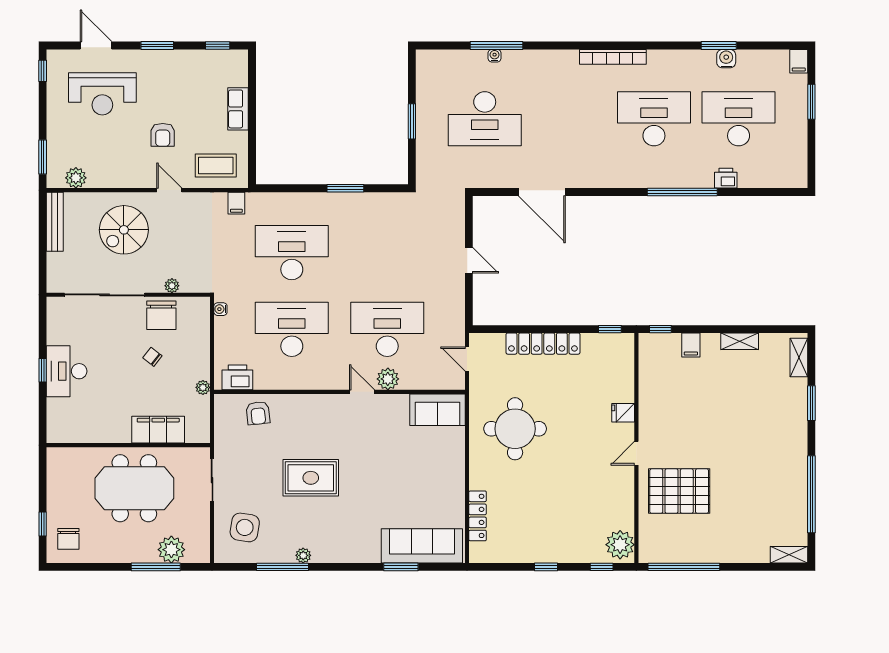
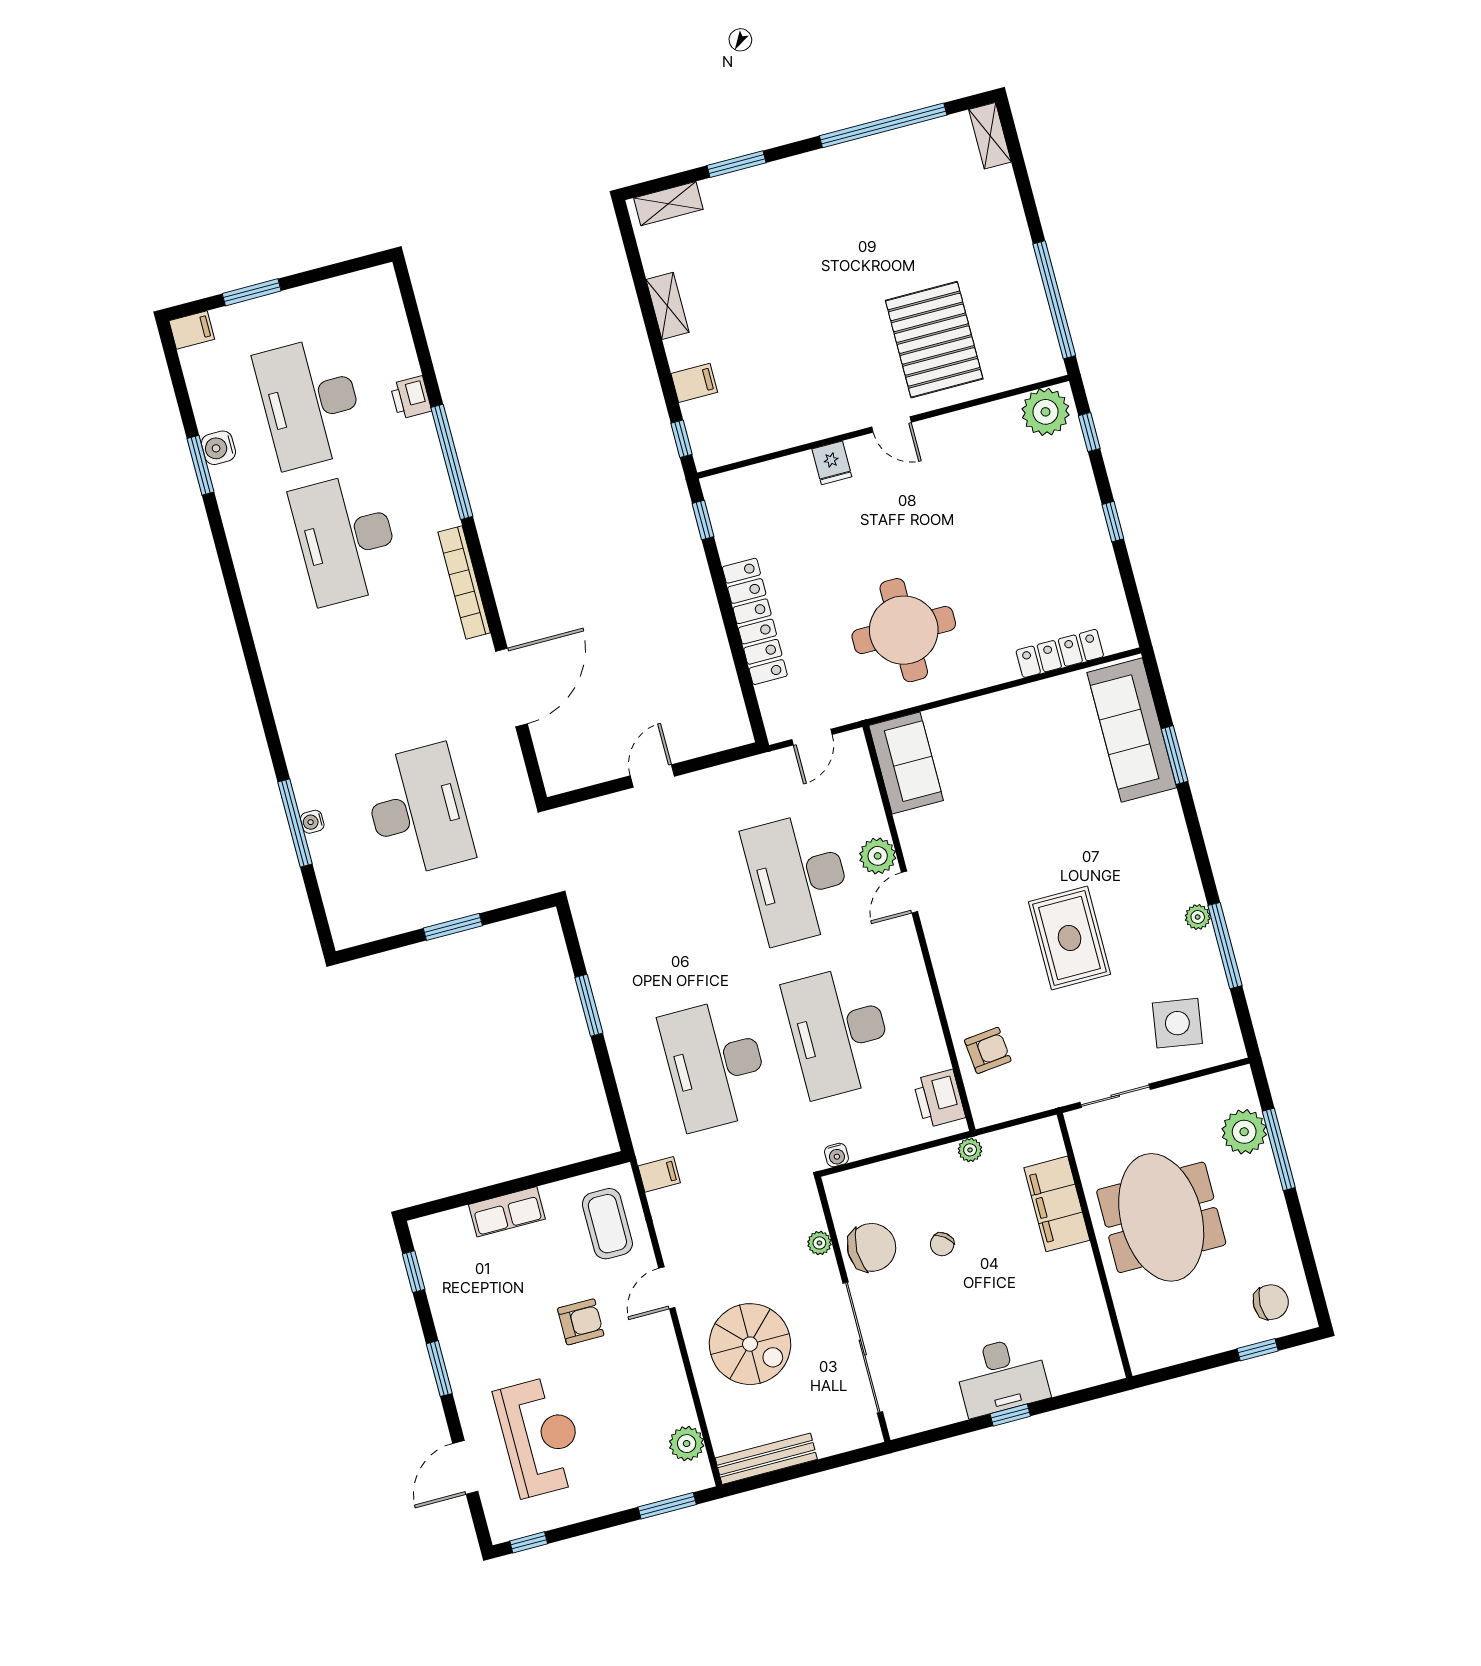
bookcase: (613, 57) -> (464, 582), moved, turned 180

